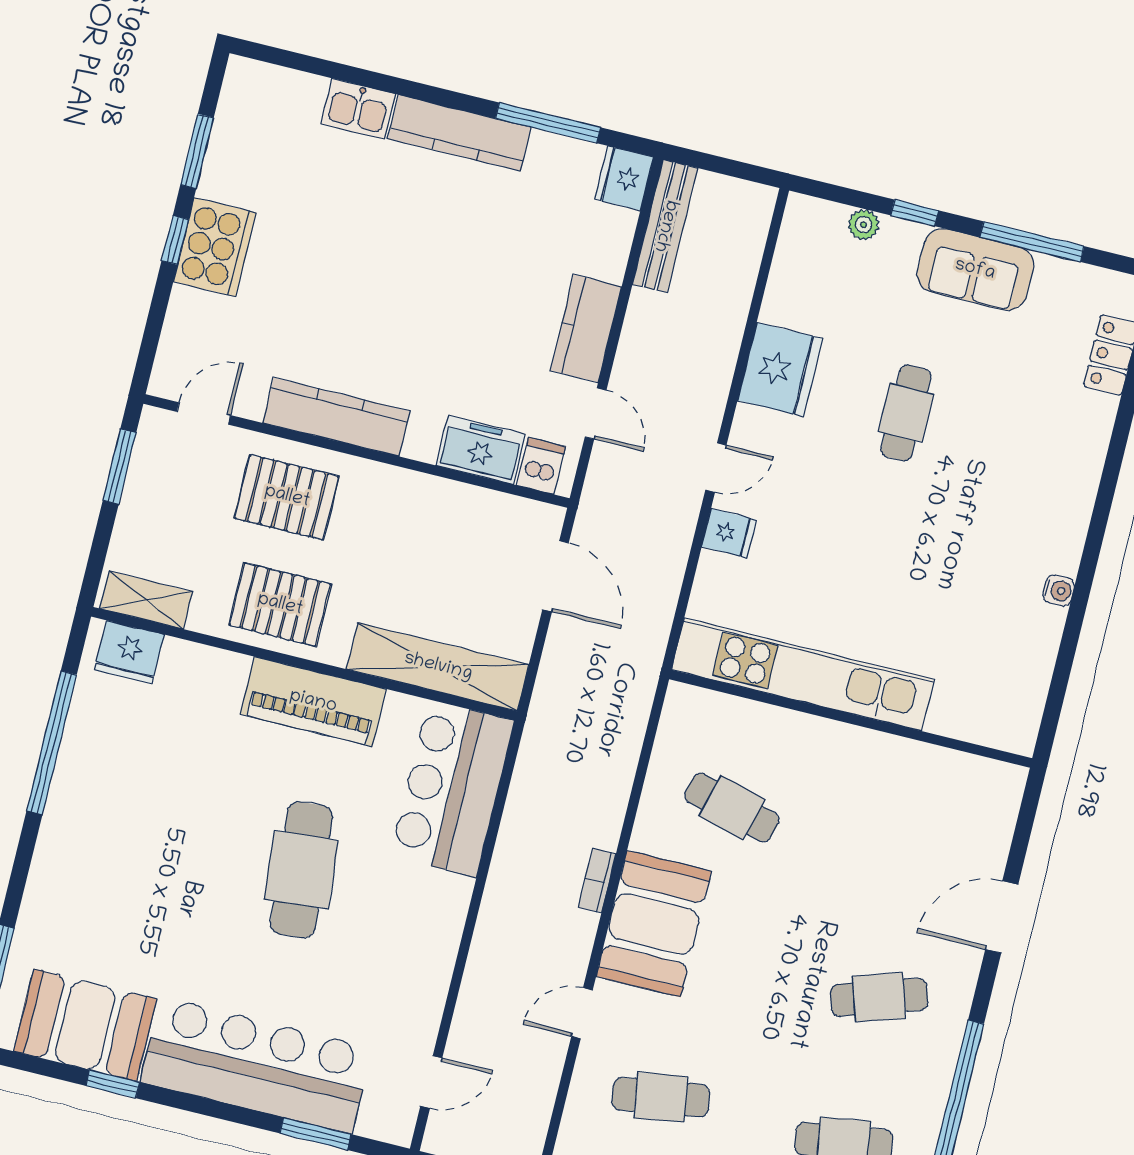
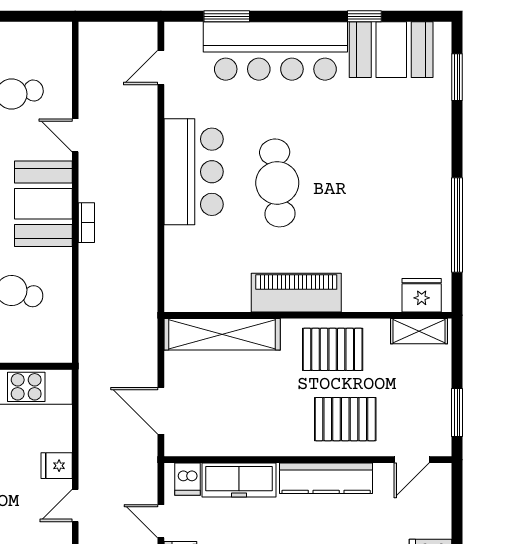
freezer: (481, 450) -> (239, 480), width x1.40
bar counter: (452, 788) -> (194, 172), moved
door: (582, 1013) -> (75, 135), swing flipped

